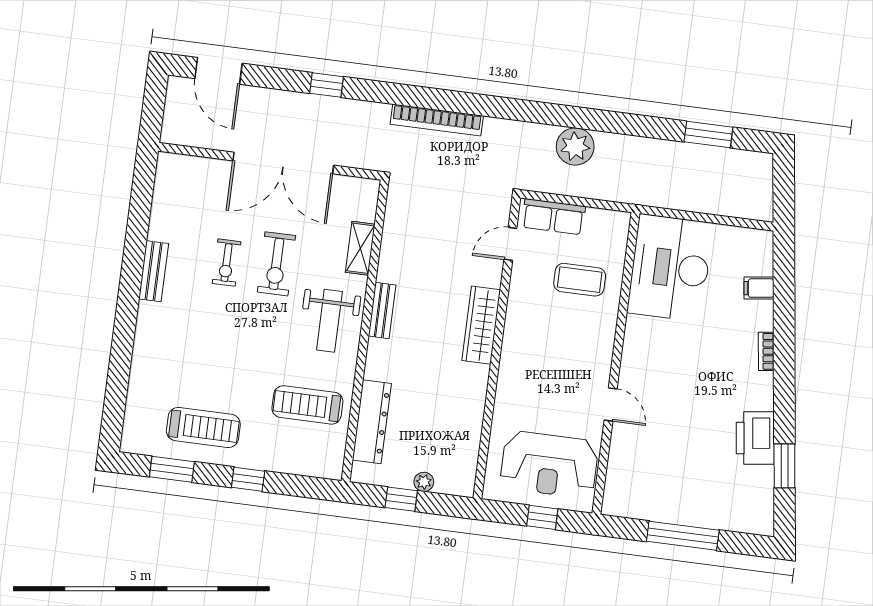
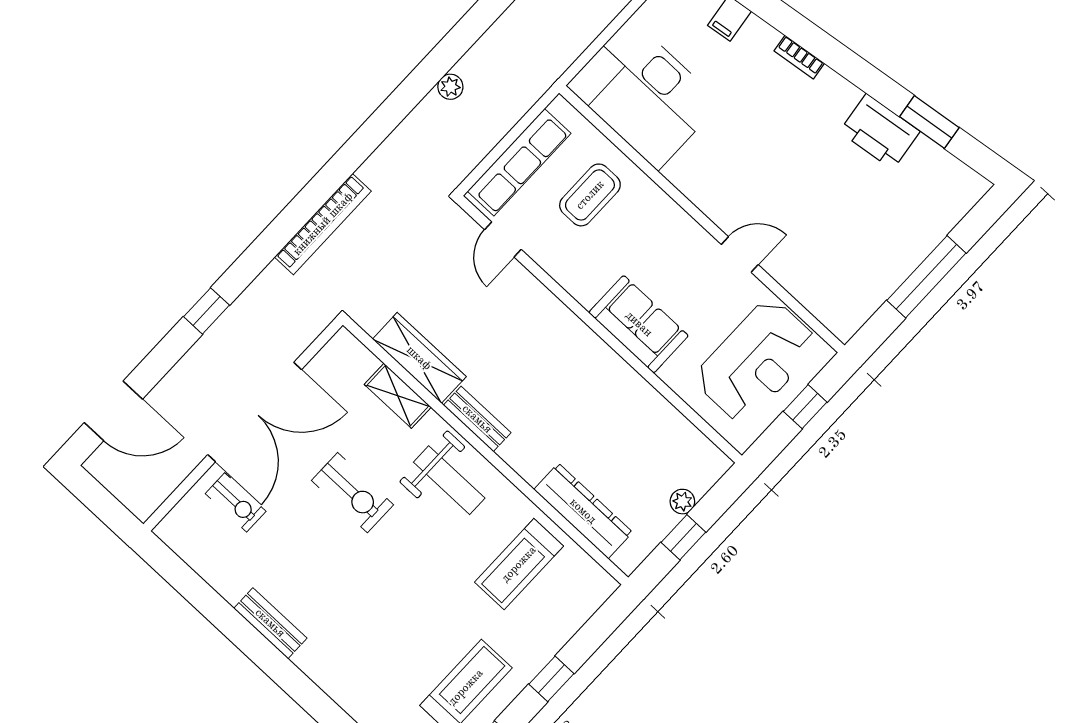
plant: (575, 146) -> (450, 87), width x0.53, depth x0.53
row of seats: (554, 217) -> (519, 162), width x1.48
exercise bike: (227, 263) -> (236, 502), moved
wardrobe: (481, 325) -> (419, 358), moved, turned 180
sofa: (518, 371) -> (639, 324), added

